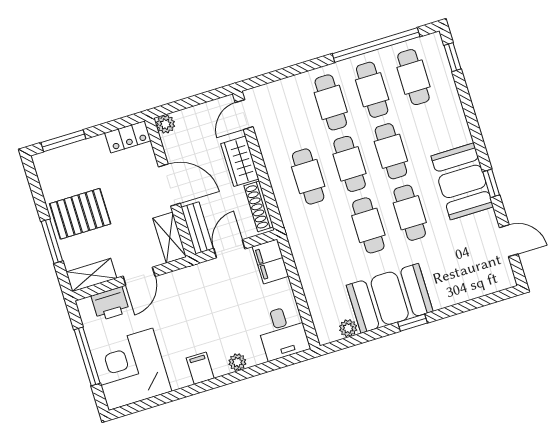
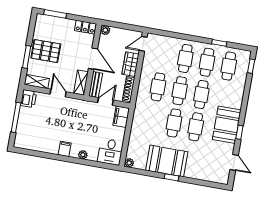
window: (376, 45) -> (219, 43), width x0.32
door: (139, 276) -> (58, 93), swing flipped
printer: (110, 304) -> (29, 99), moved, turned -90
plant: (348, 328) -> (129, 163), moved
corner desk: (130, 369) -> (33, 133), removed

